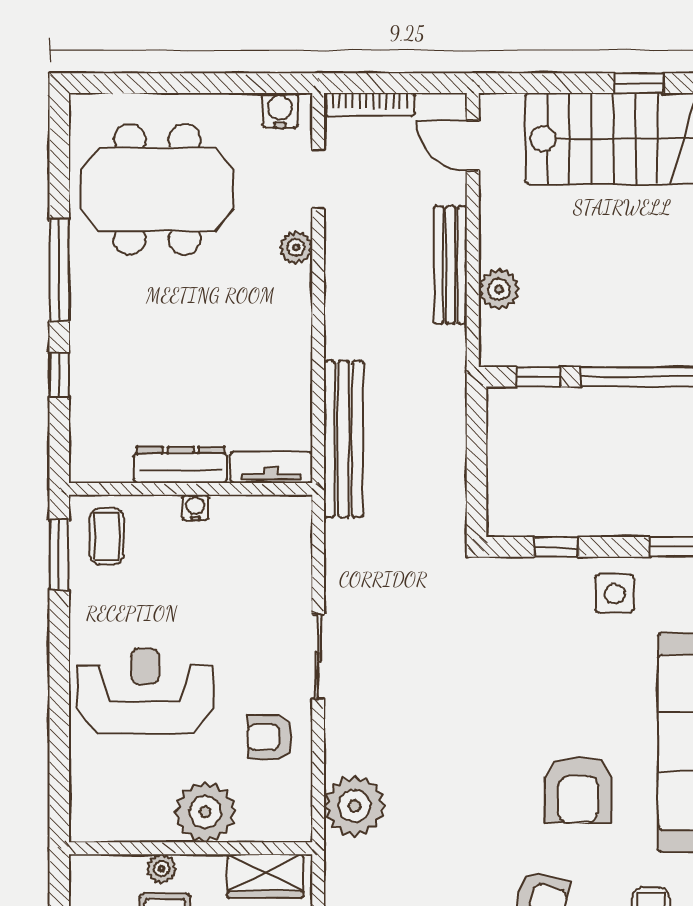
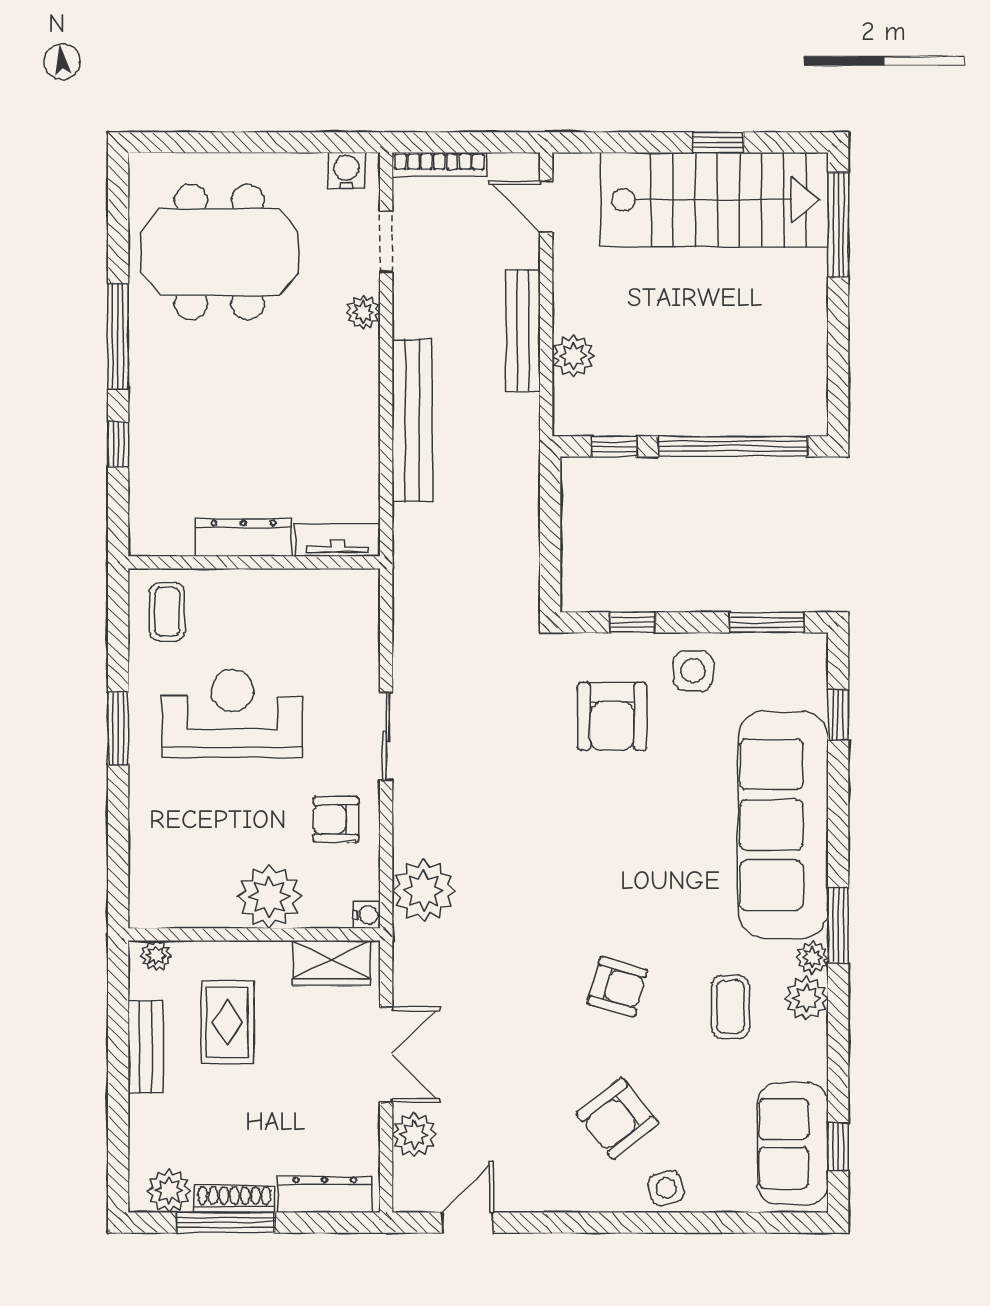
bench: (343, 439) -> (412, 420), moved
water cooler: (195, 508) -> (367, 915), moved, turned 90
window: (59, 555) -> (118, 728), moved
reception desk: (145, 691) -> (232, 713), moved
armchair: (578, 790) -> (612, 716), moved
plant: (162, 869) -> (156, 956), moved

